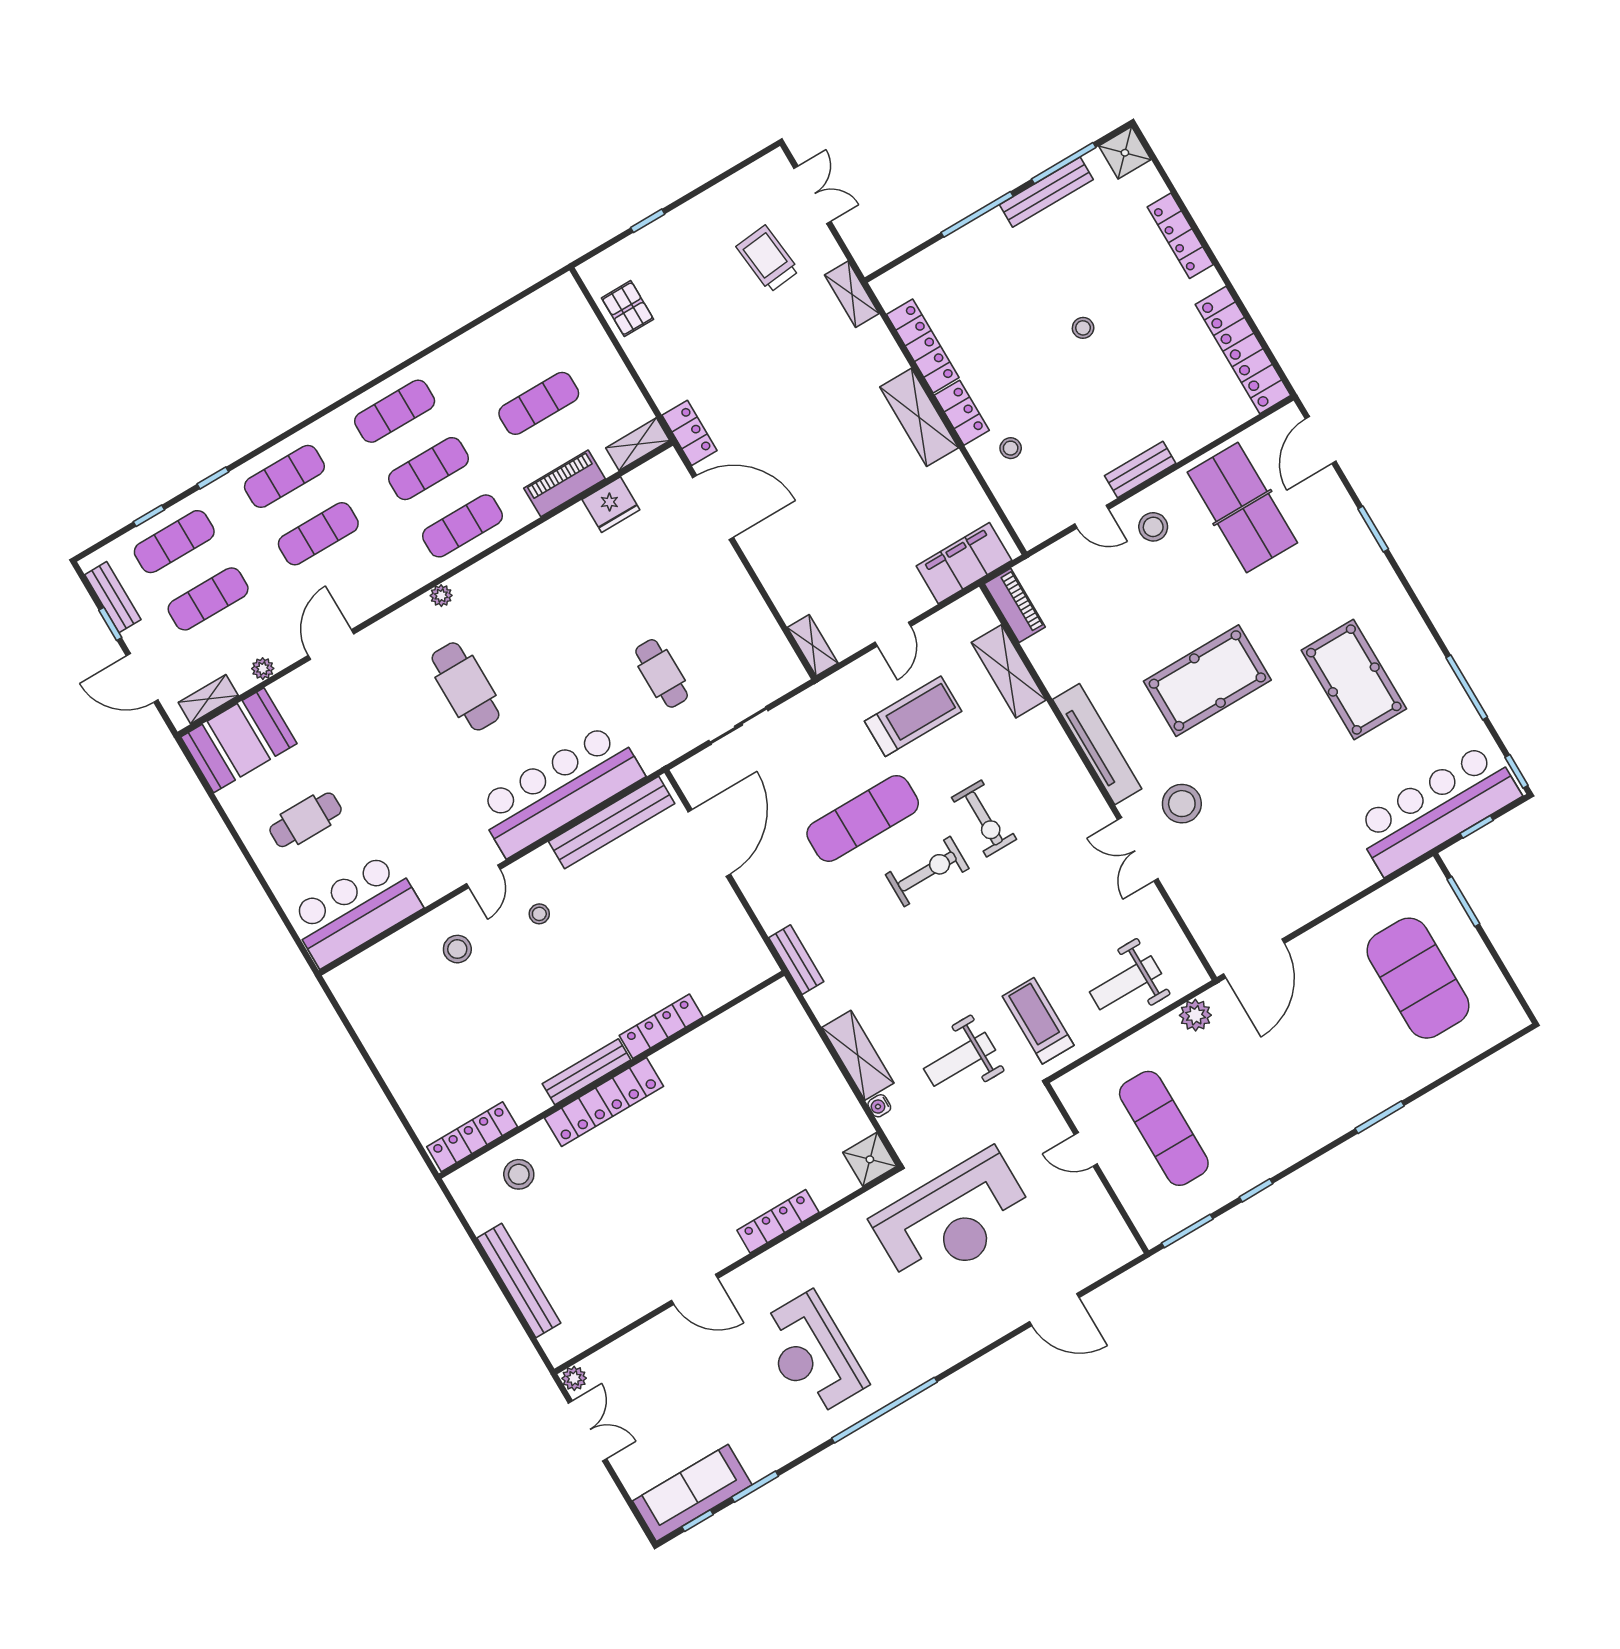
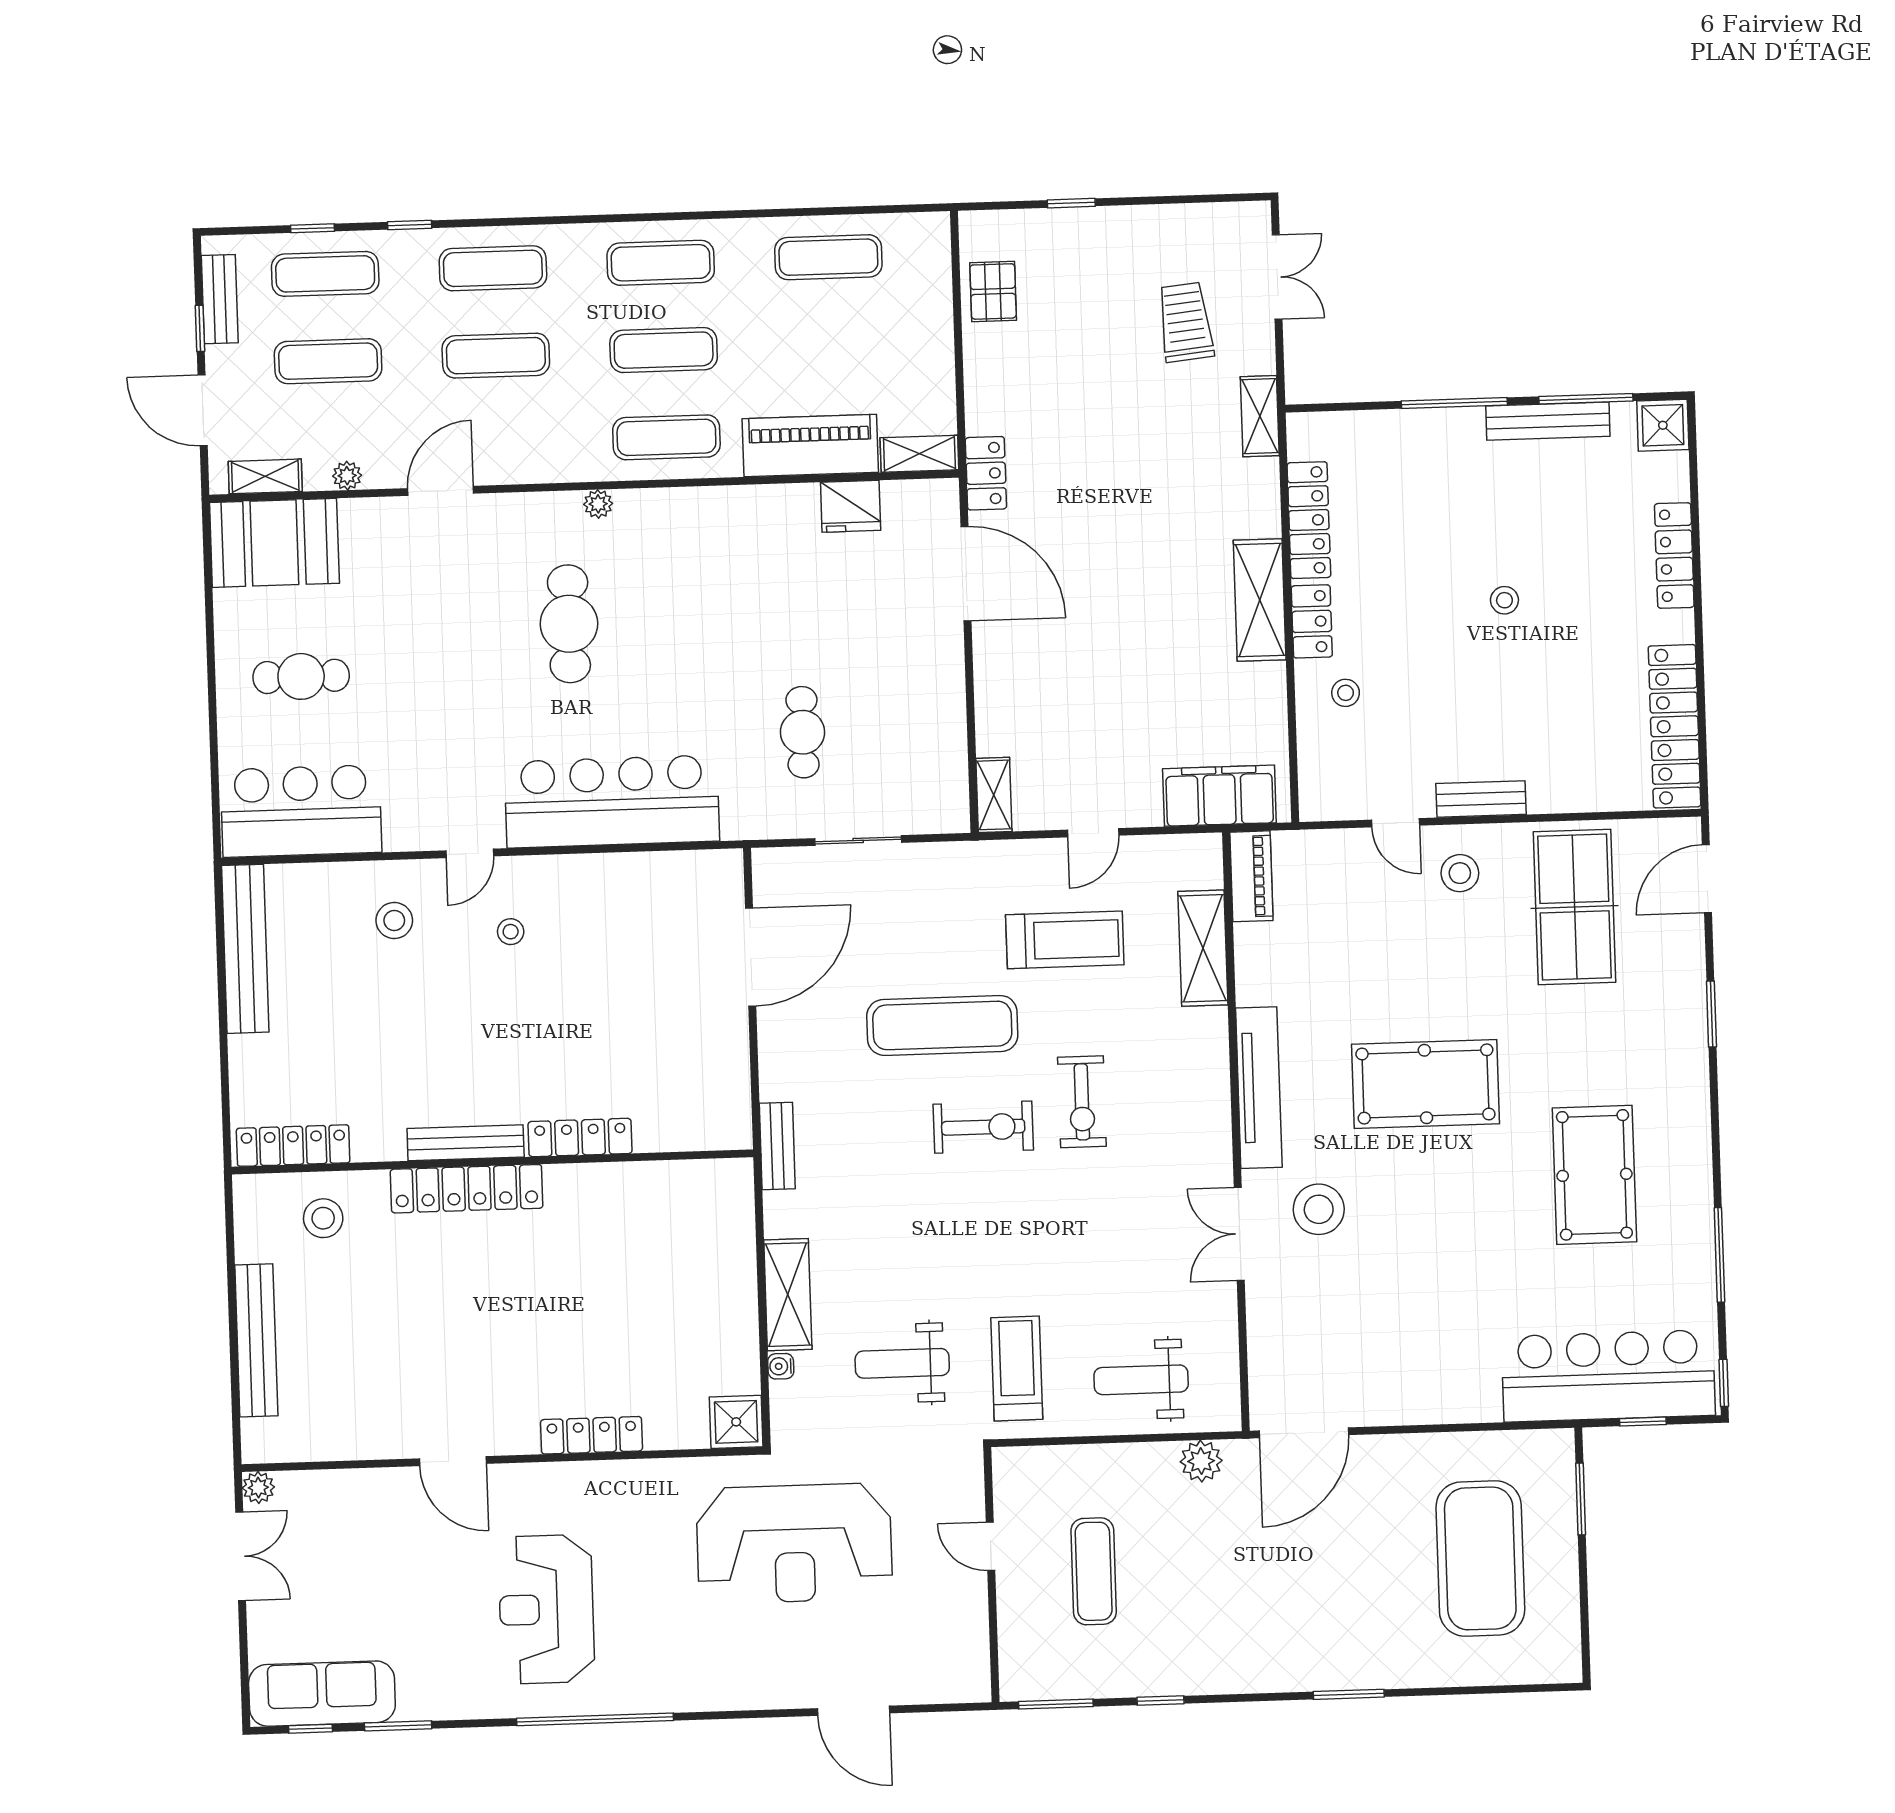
exercise mat: (539, 403) -> (828, 257), moved
piano: (565, 483) -> (810, 446), width x1.37, depth x1.33
bench: (612, 823) -> (245, 949), moved, turned 90
exercise mat: (1164, 1128) -> (1094, 1571), width x0.73, depth x0.69

